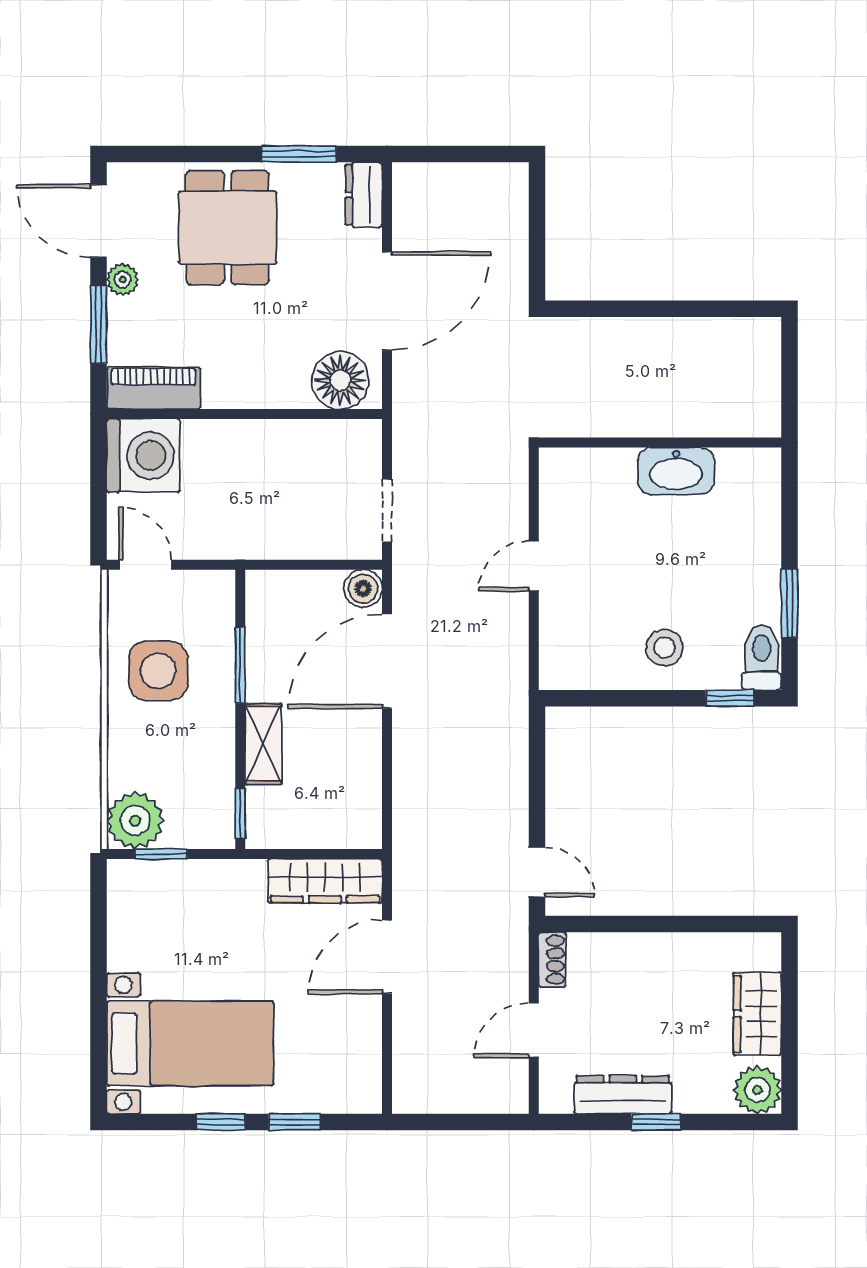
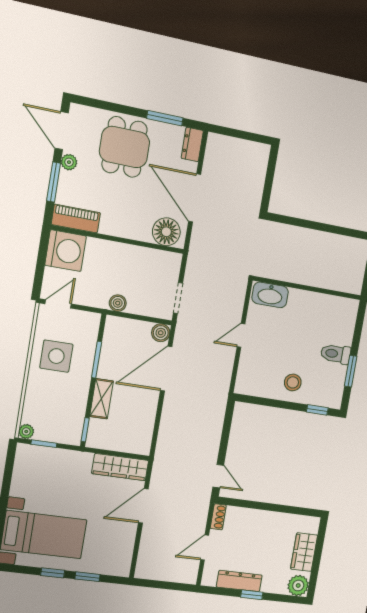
door: (387, 301) -> (195, 198), swing flipped
washbasin: (676, 471) -> (270, 295), moved
boiler: (265, 543) -> (118, 303), added
door: (145, 565) -> (58, 304), hinge flipped
toilet: (761, 657) -> (336, 354), moved, turned -90
plant: (135, 821) -> (26, 431), width x0.53, depth x0.53

